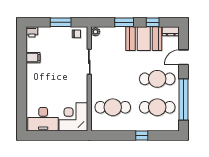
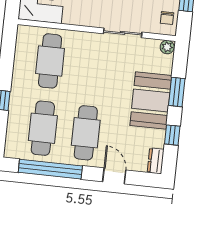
booth: (144, 39) -> (151, 100), moved

